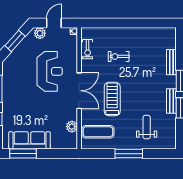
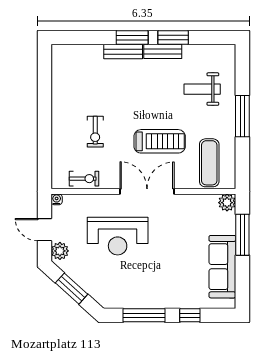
bench: (171, 62) -> (123, 52), moved
reception desk: (50, 71) -> (118, 236), turned 180
treadmill: (112, 99) -> (160, 141), turned 180
plant: (72, 127) -> (227, 203), moved
window: (23, 154) -> (242, 235), moved

